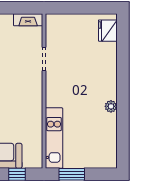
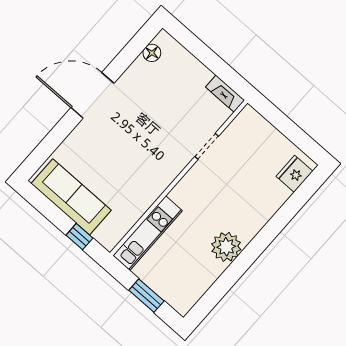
plant: (111, 106) -> (226, 247), width x1.88, depth x1.88
window: (72, 174) -> (146, 296), moved

